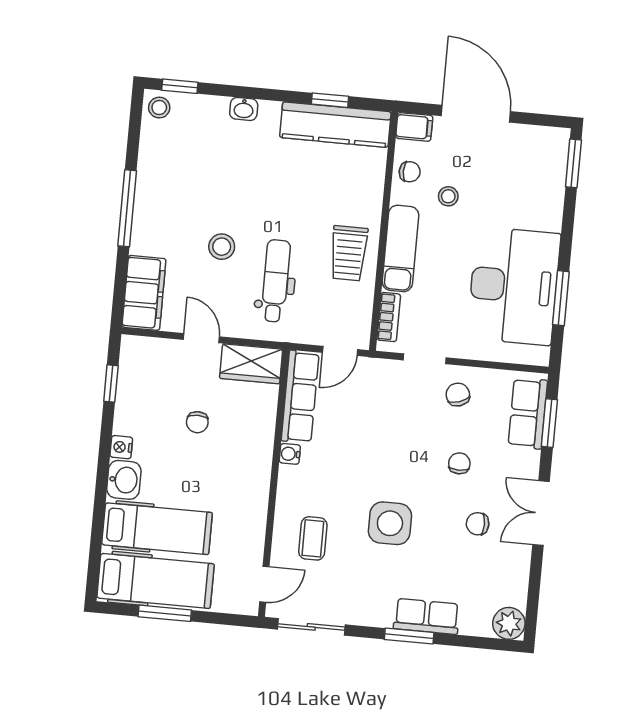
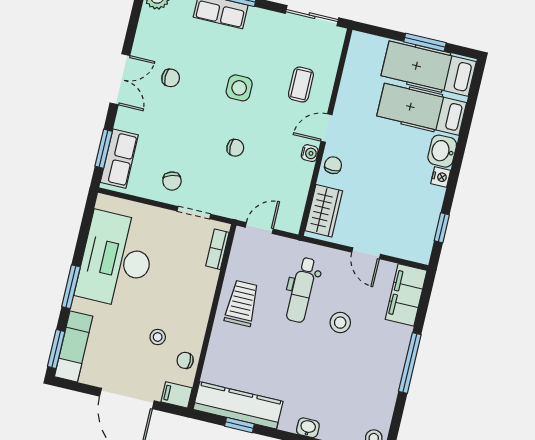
exam couch: (400, 248) -> (74, 346), moved, turned 180
window: (561, 298) -> (71, 287), moved
wardrobe: (251, 364) -> (324, 211), moved, turned 90
row of seats: (300, 397) -> (295, 197), removed
chair: (197, 422) -> (333, 165), moved
chair: (459, 463) -> (235, 148), moved, turned -90
side table: (390, 523) -> (239, 88), width x0.73, depth x0.73
door: (264, 584) -> (326, 128), moved

